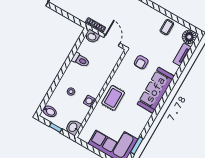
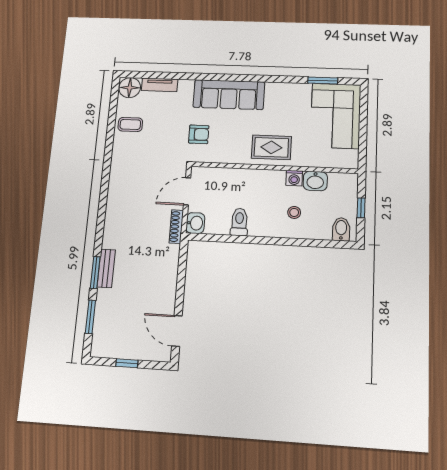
washbasin: (73, 127) -> (315, 181), moved

